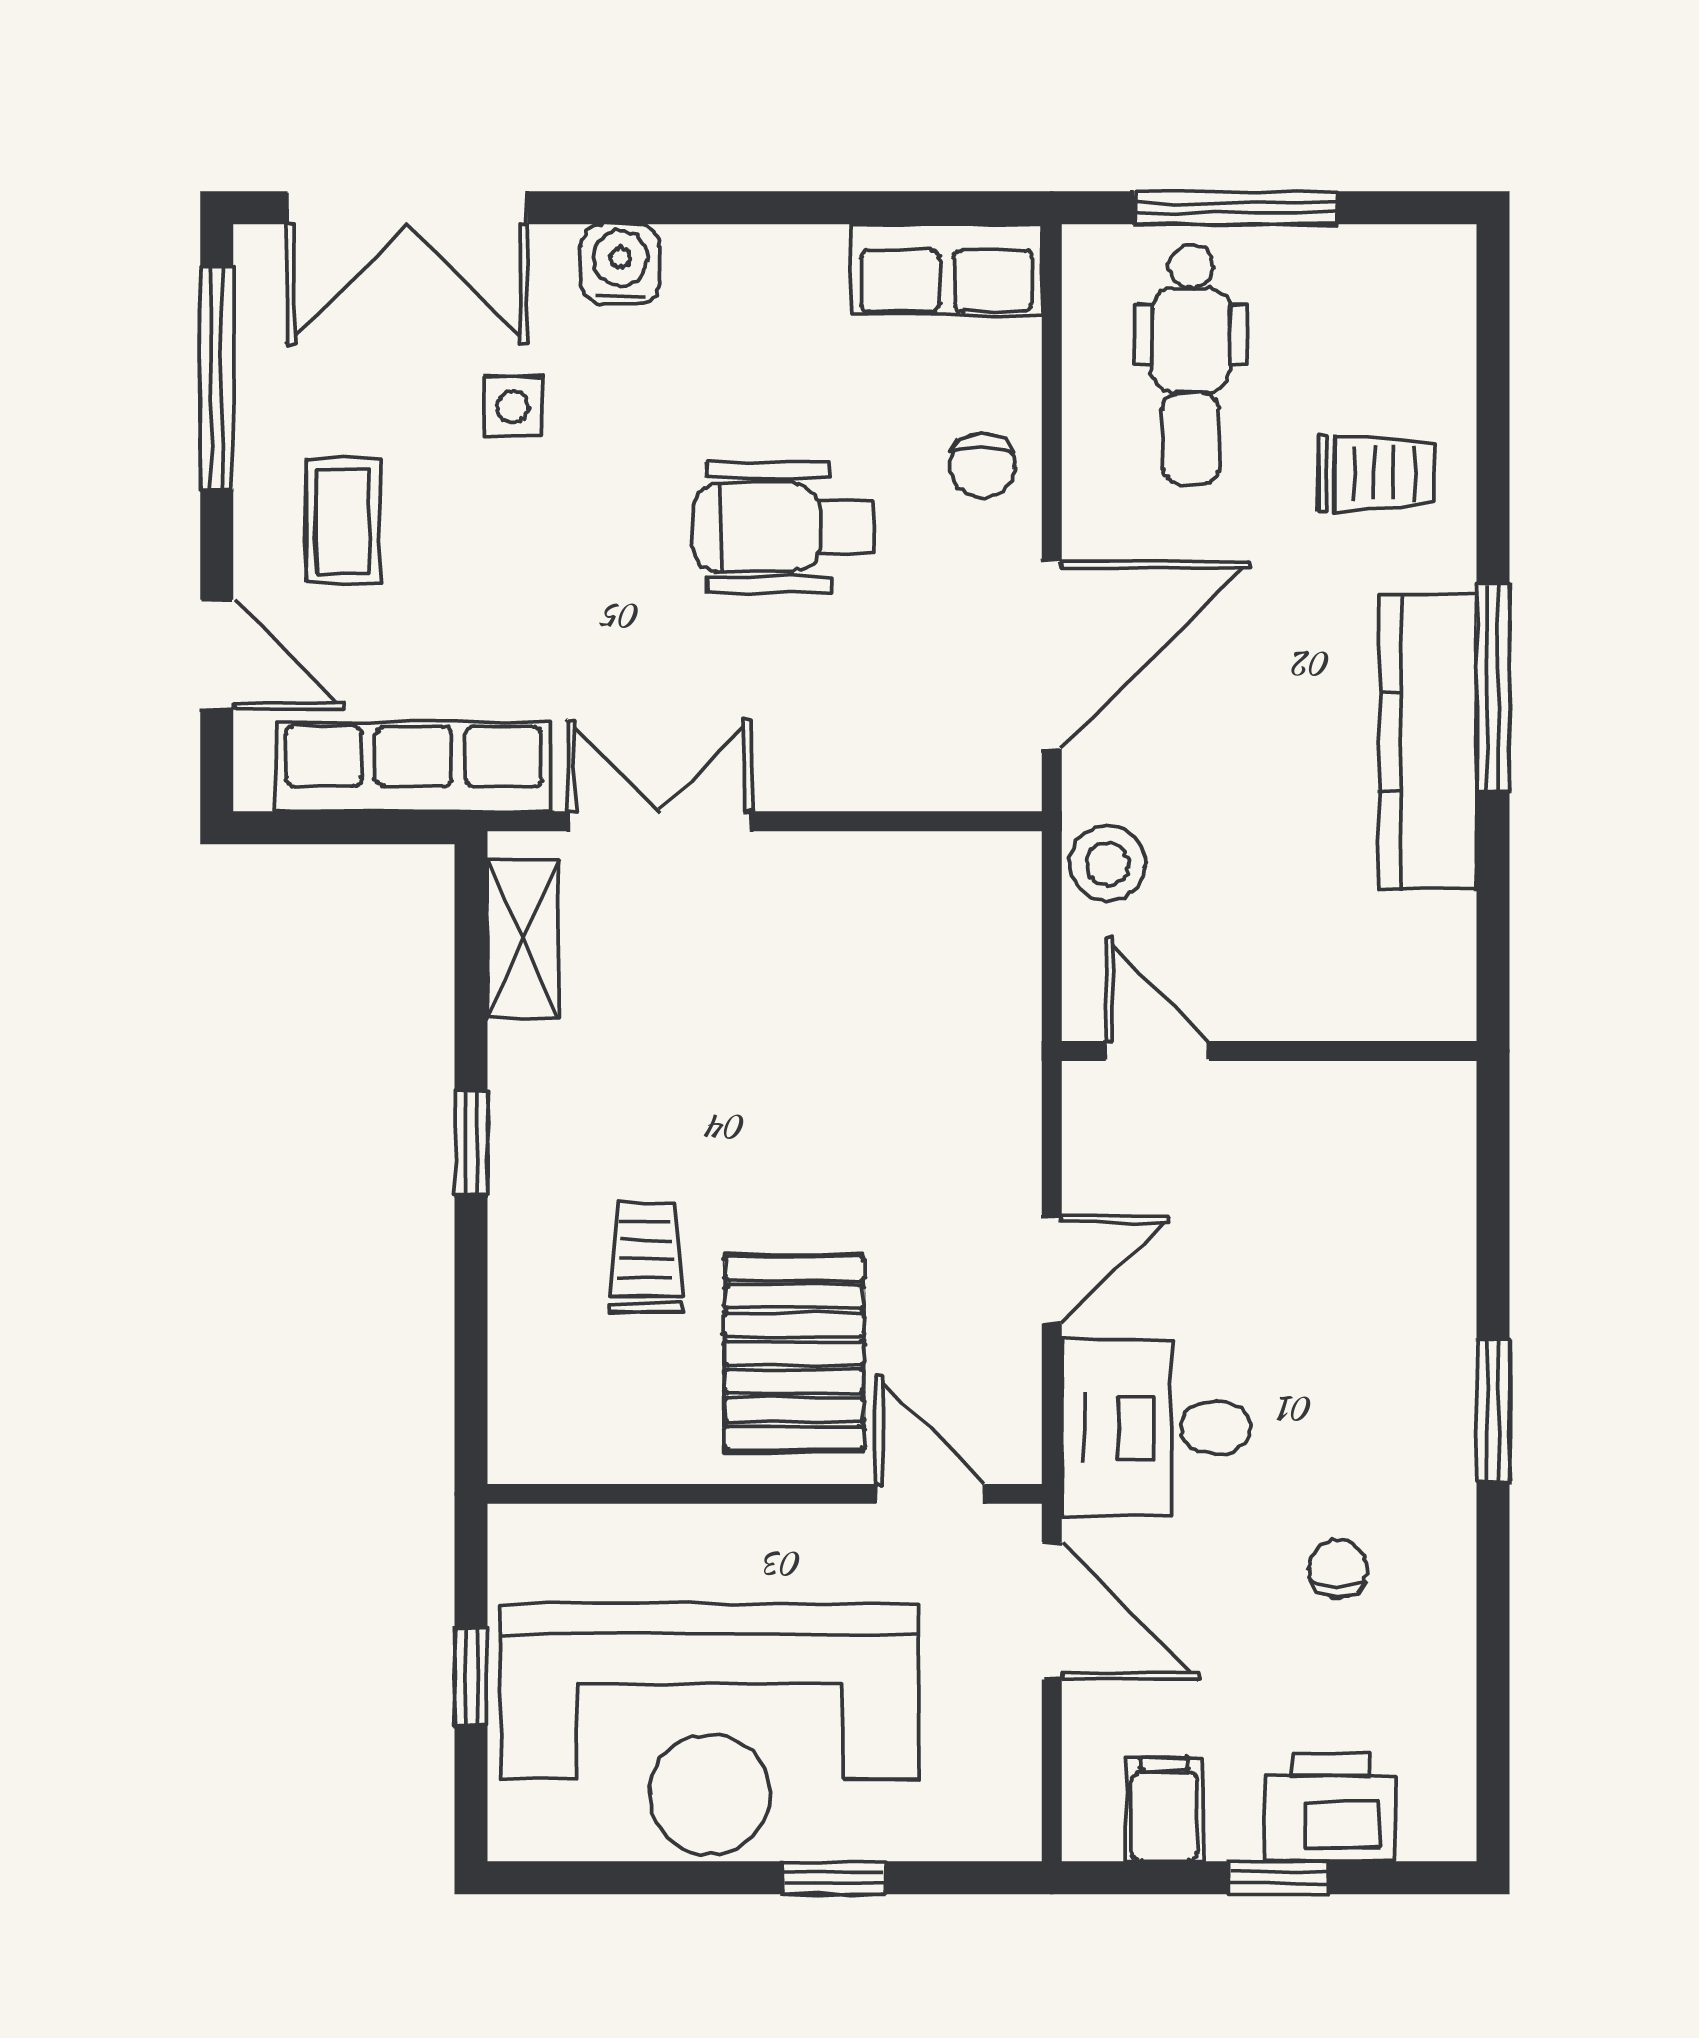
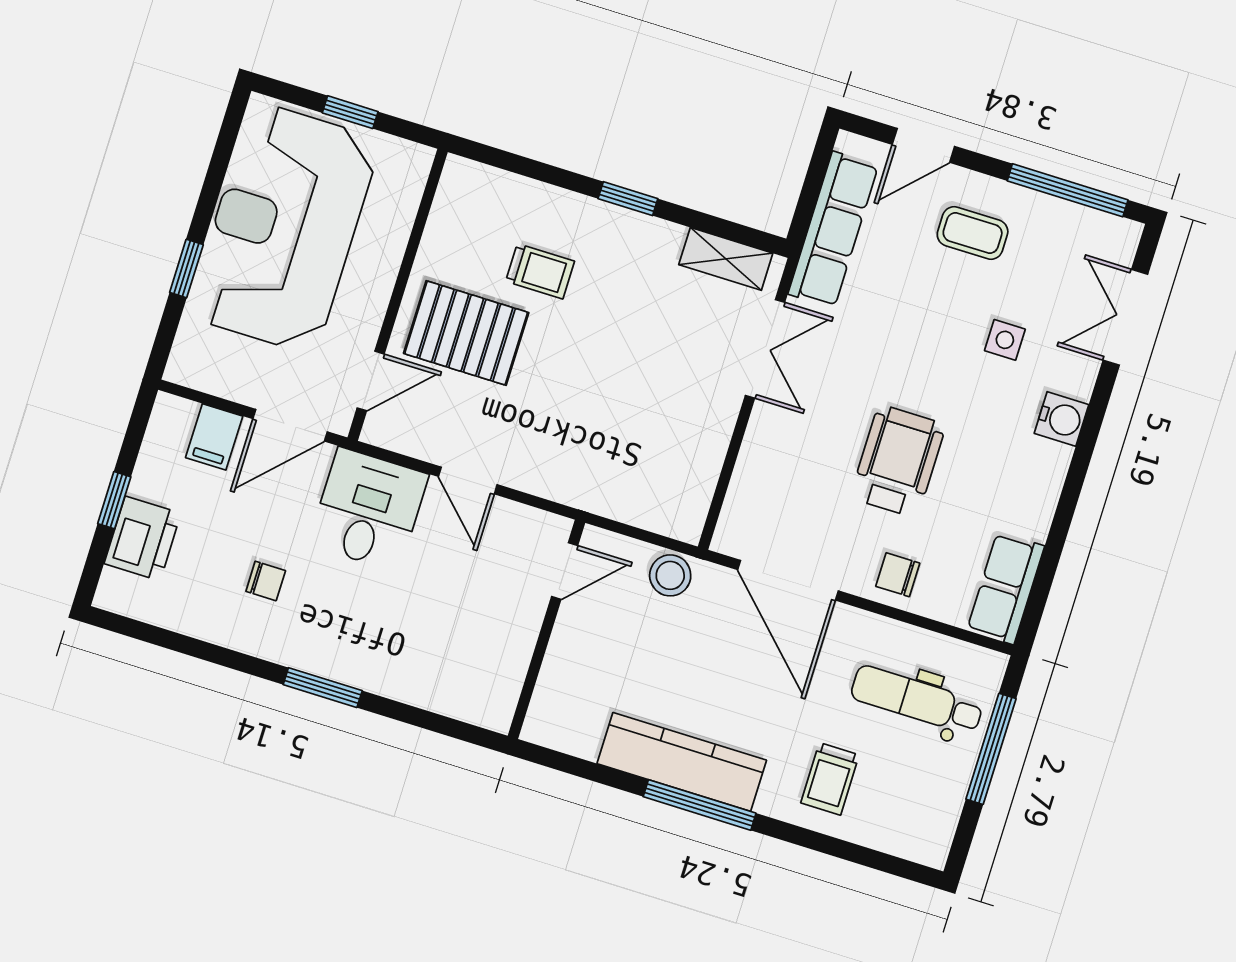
double door: (407, 208) -> (1125, 317), width x0.73
filing cabinet: (1165, 1809) -> (214, 437), moved, turned 90

